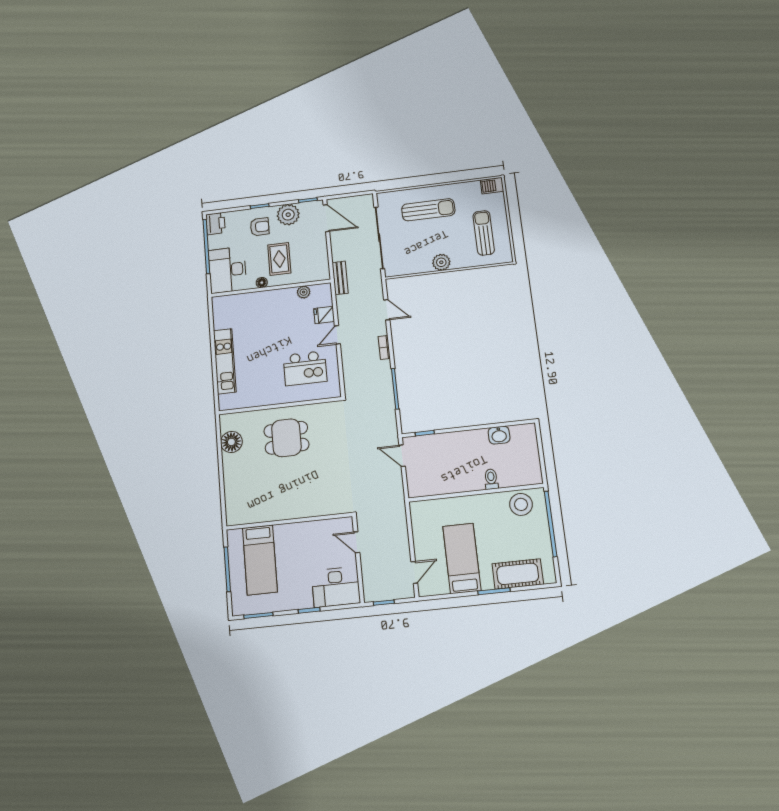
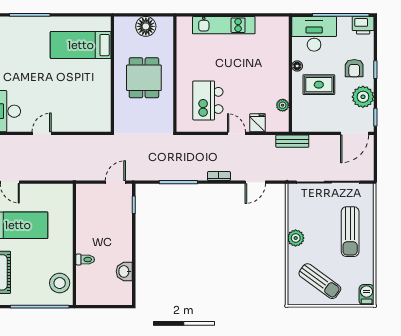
sun lounger: (484, 233) -> (320, 281), turned 36
wall: (289, 521) -> (112, 74), moved
bed: (260, 560) -> (81, 45), moved

